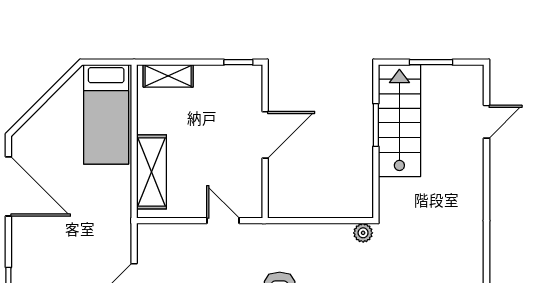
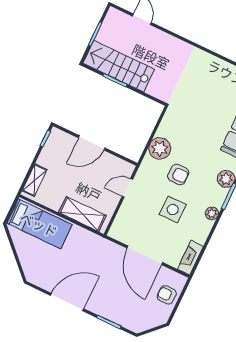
door: (265, 135) -> (92, 143), swing flipped
door: (8, 186) -> (67, 302), moved
plant: (363, 233) -> (160, 148), moved, width x1.88, depth x1.88

